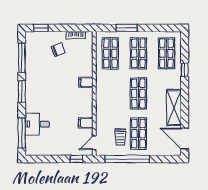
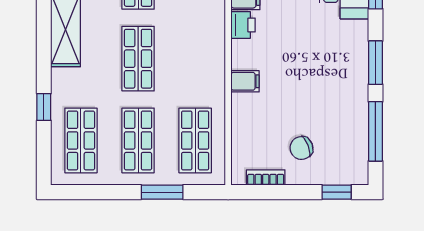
printer: (87, 110) -> (243, 25), added

